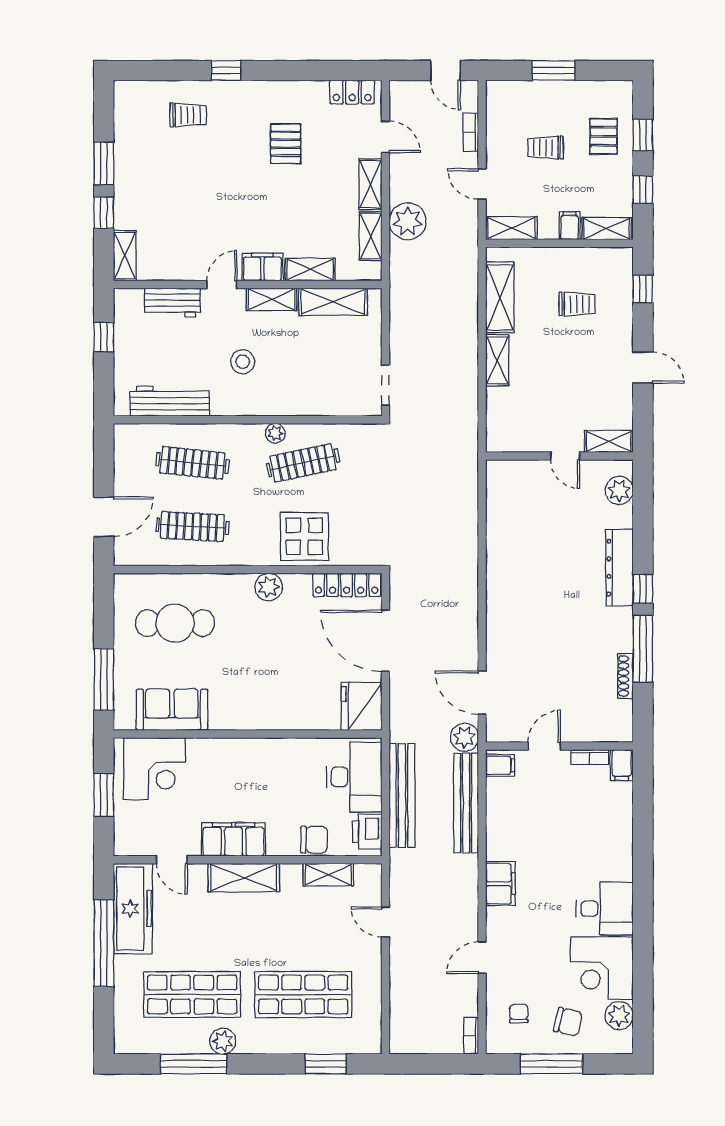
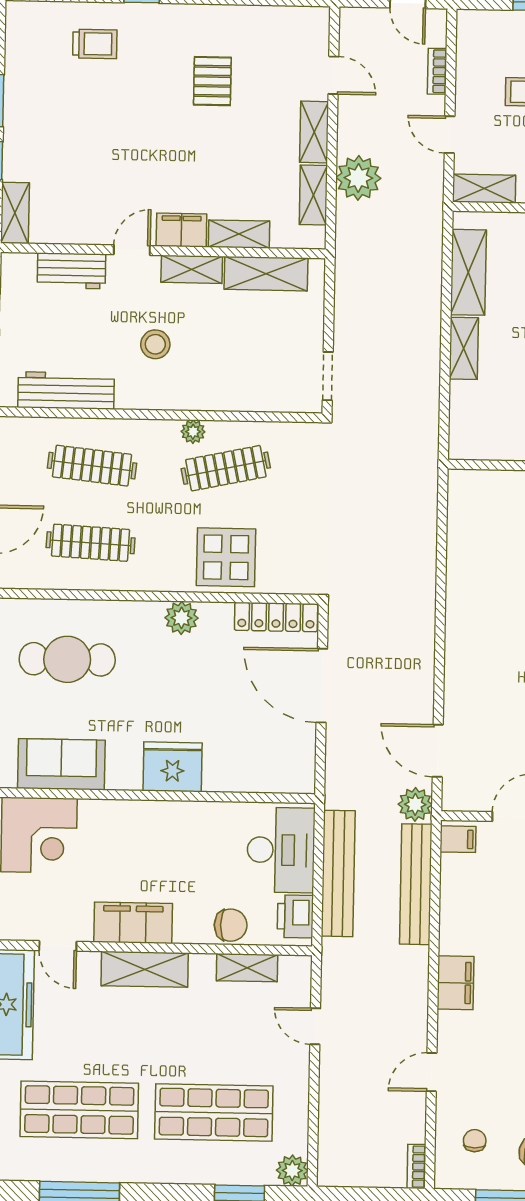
locker: (352, 92) -> (294, 20), removed
fridge: (362, 706) -> (173, 767), moved, turned 90
plant: (223, 1041) -> (292, 1171), moved

